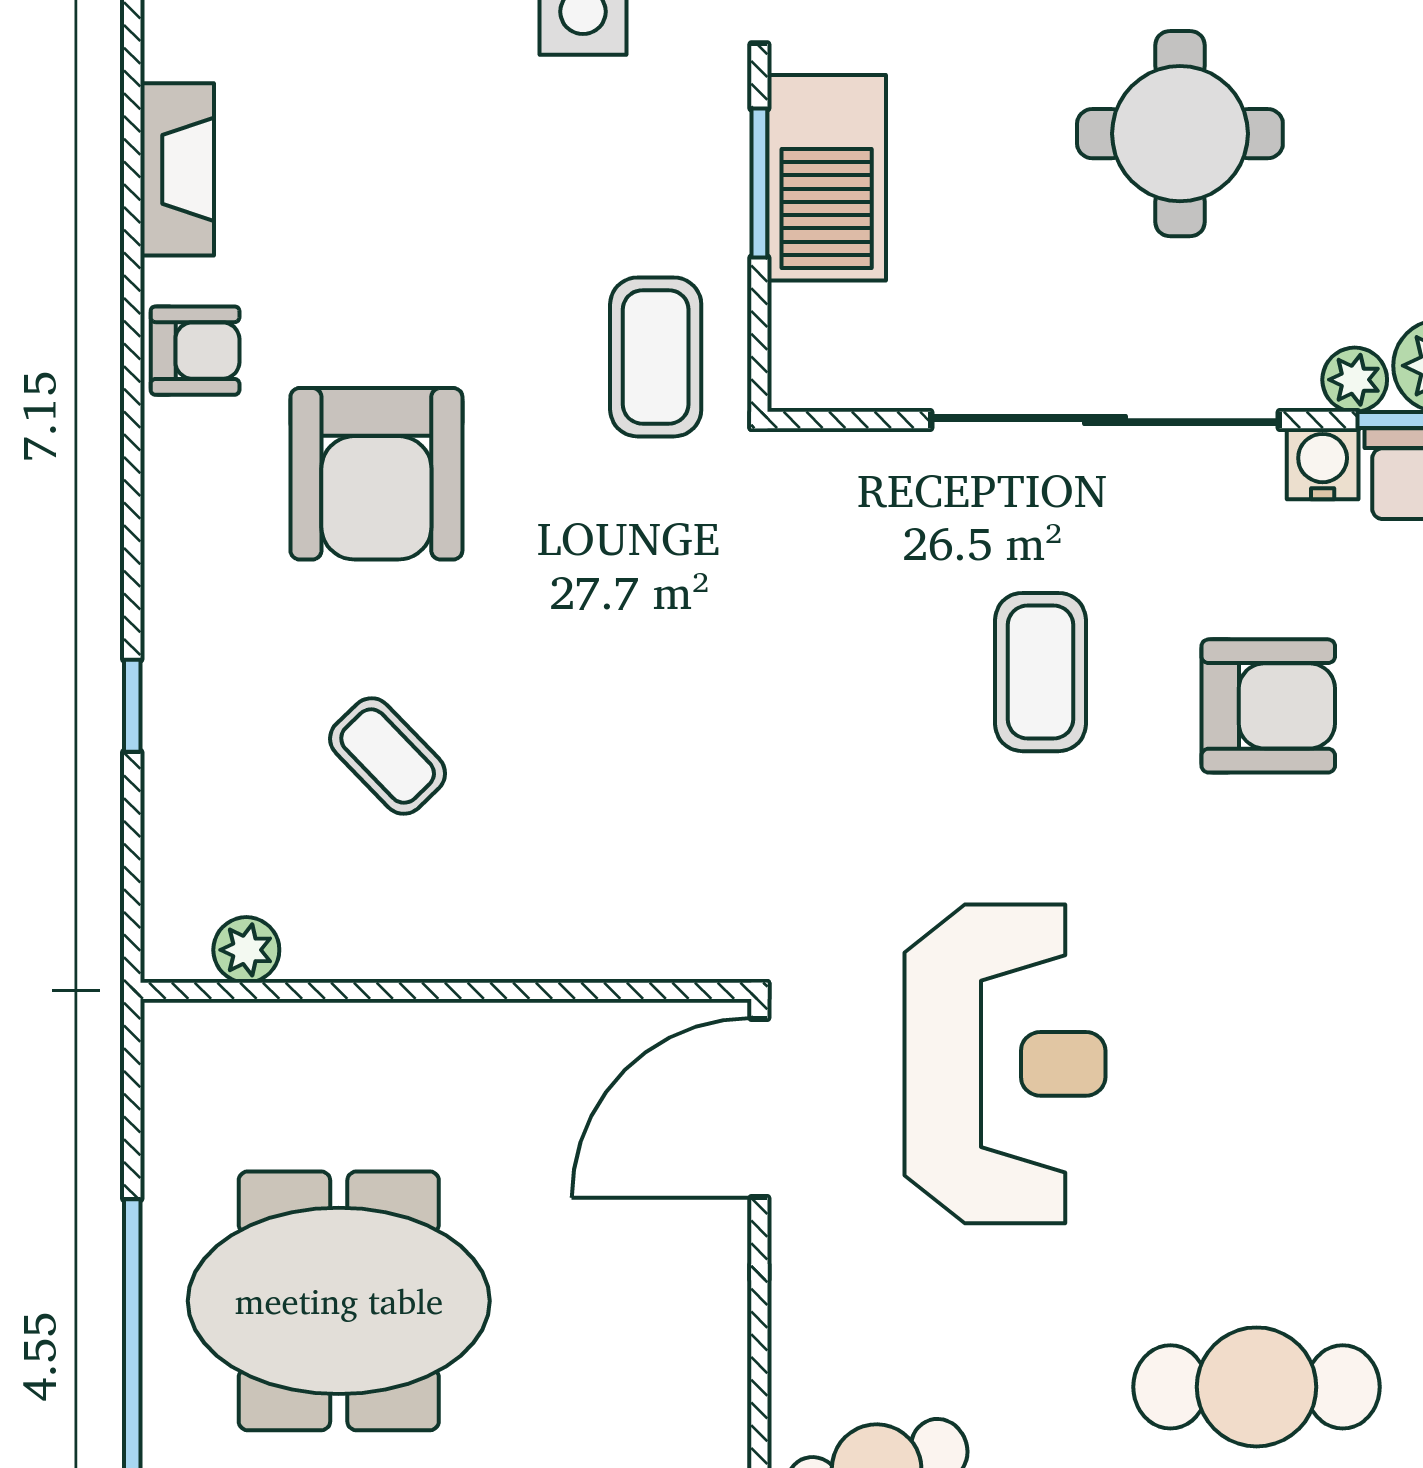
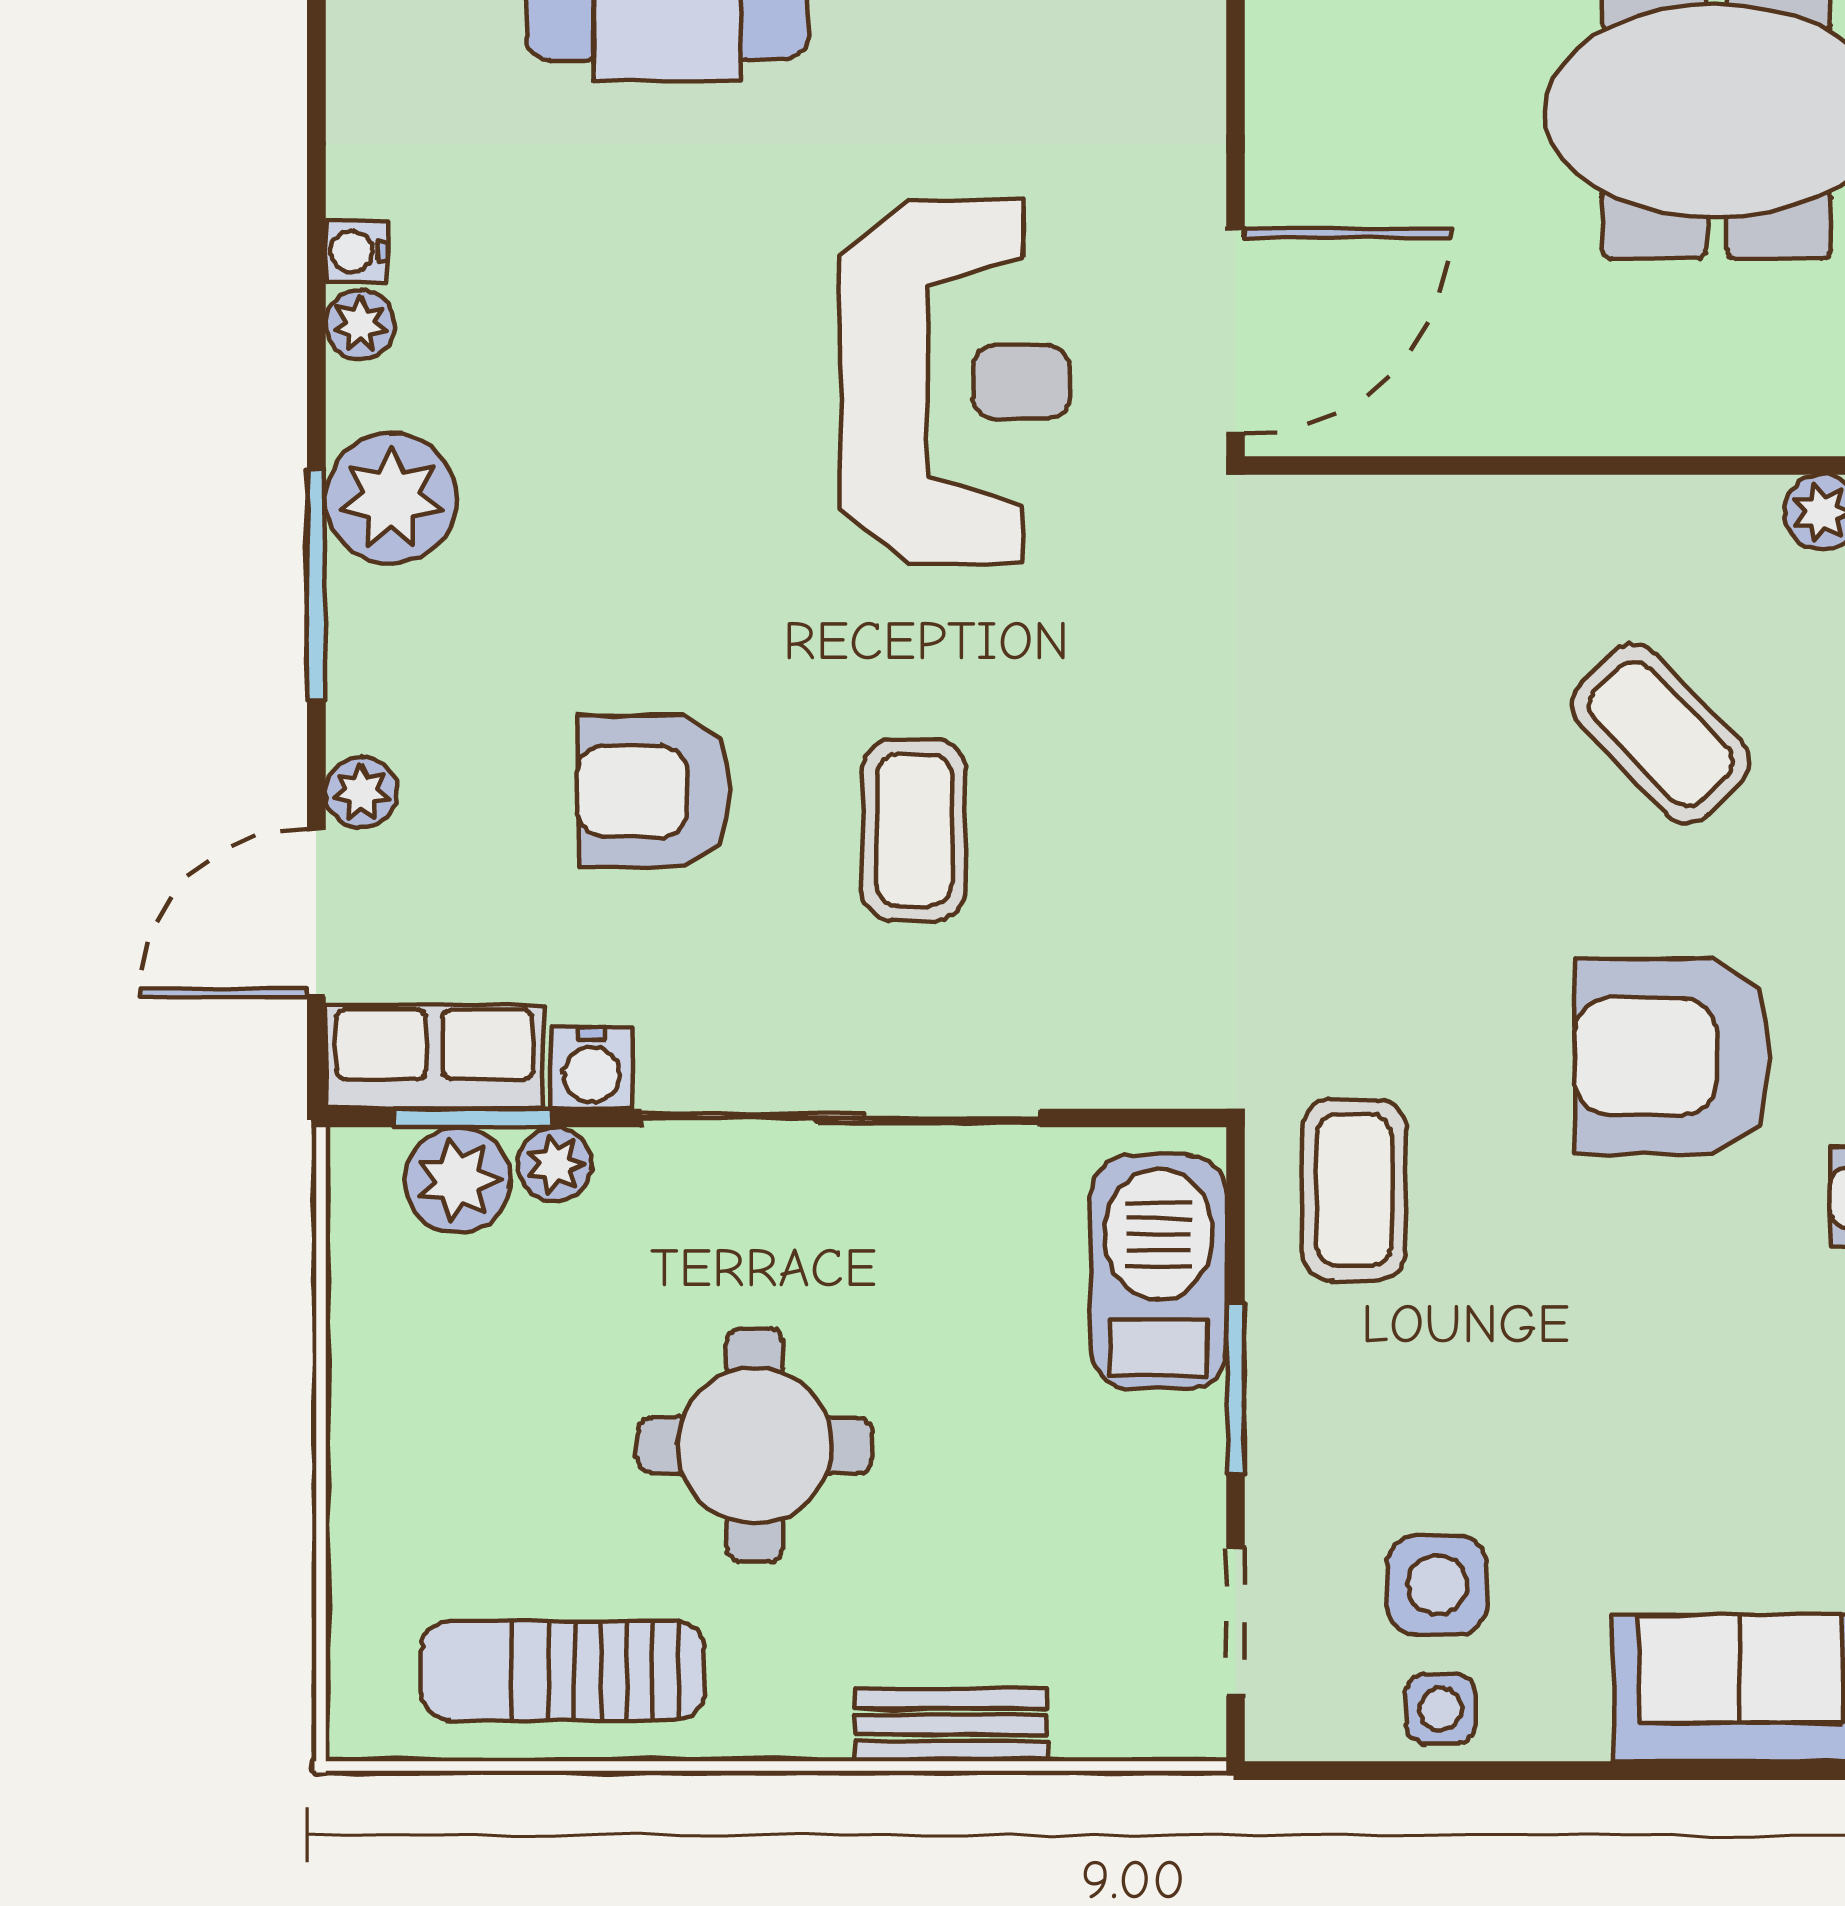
barbecue: (827, 178) -> (1159, 1272), moved
armchair: (376, 474) -> (1673, 1057), turned -90
coffee table: (388, 756) -> (1661, 734), width x1.36, depth x1.30
reception desk: (1005, 1064) -> (955, 382), turned 180

